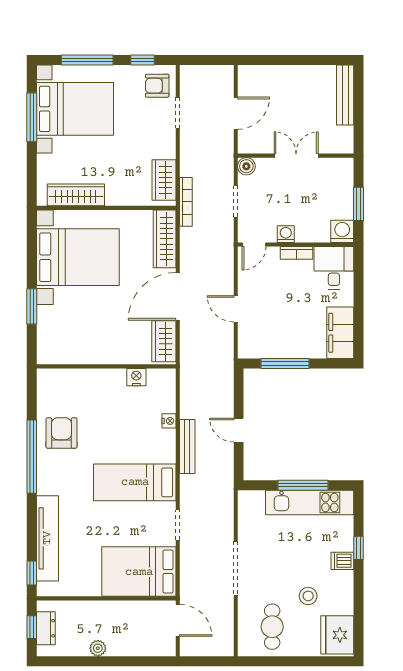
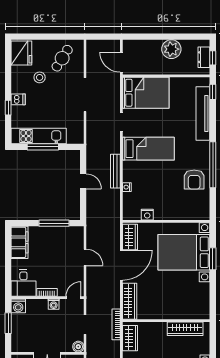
bed with nightstands: (78, 257) -> (184, 252), moved
cafe table: (272, 627) -> (62, 58), turned 32
plant: (98, 648) -> (171, 49), width x1.87, depth x1.87

